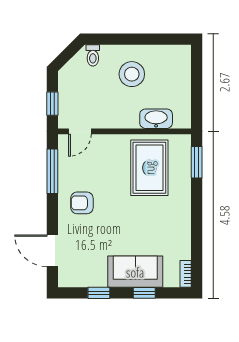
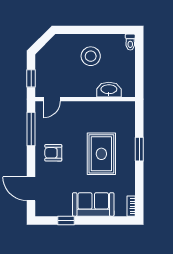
toilet: (93, 55) -> (130, 42), moved
window: (197, 162) -> (139, 149), moved
rug: (149, 168) -> (101, 154), moved
window: (144, 293) -> (100, 220), removed

